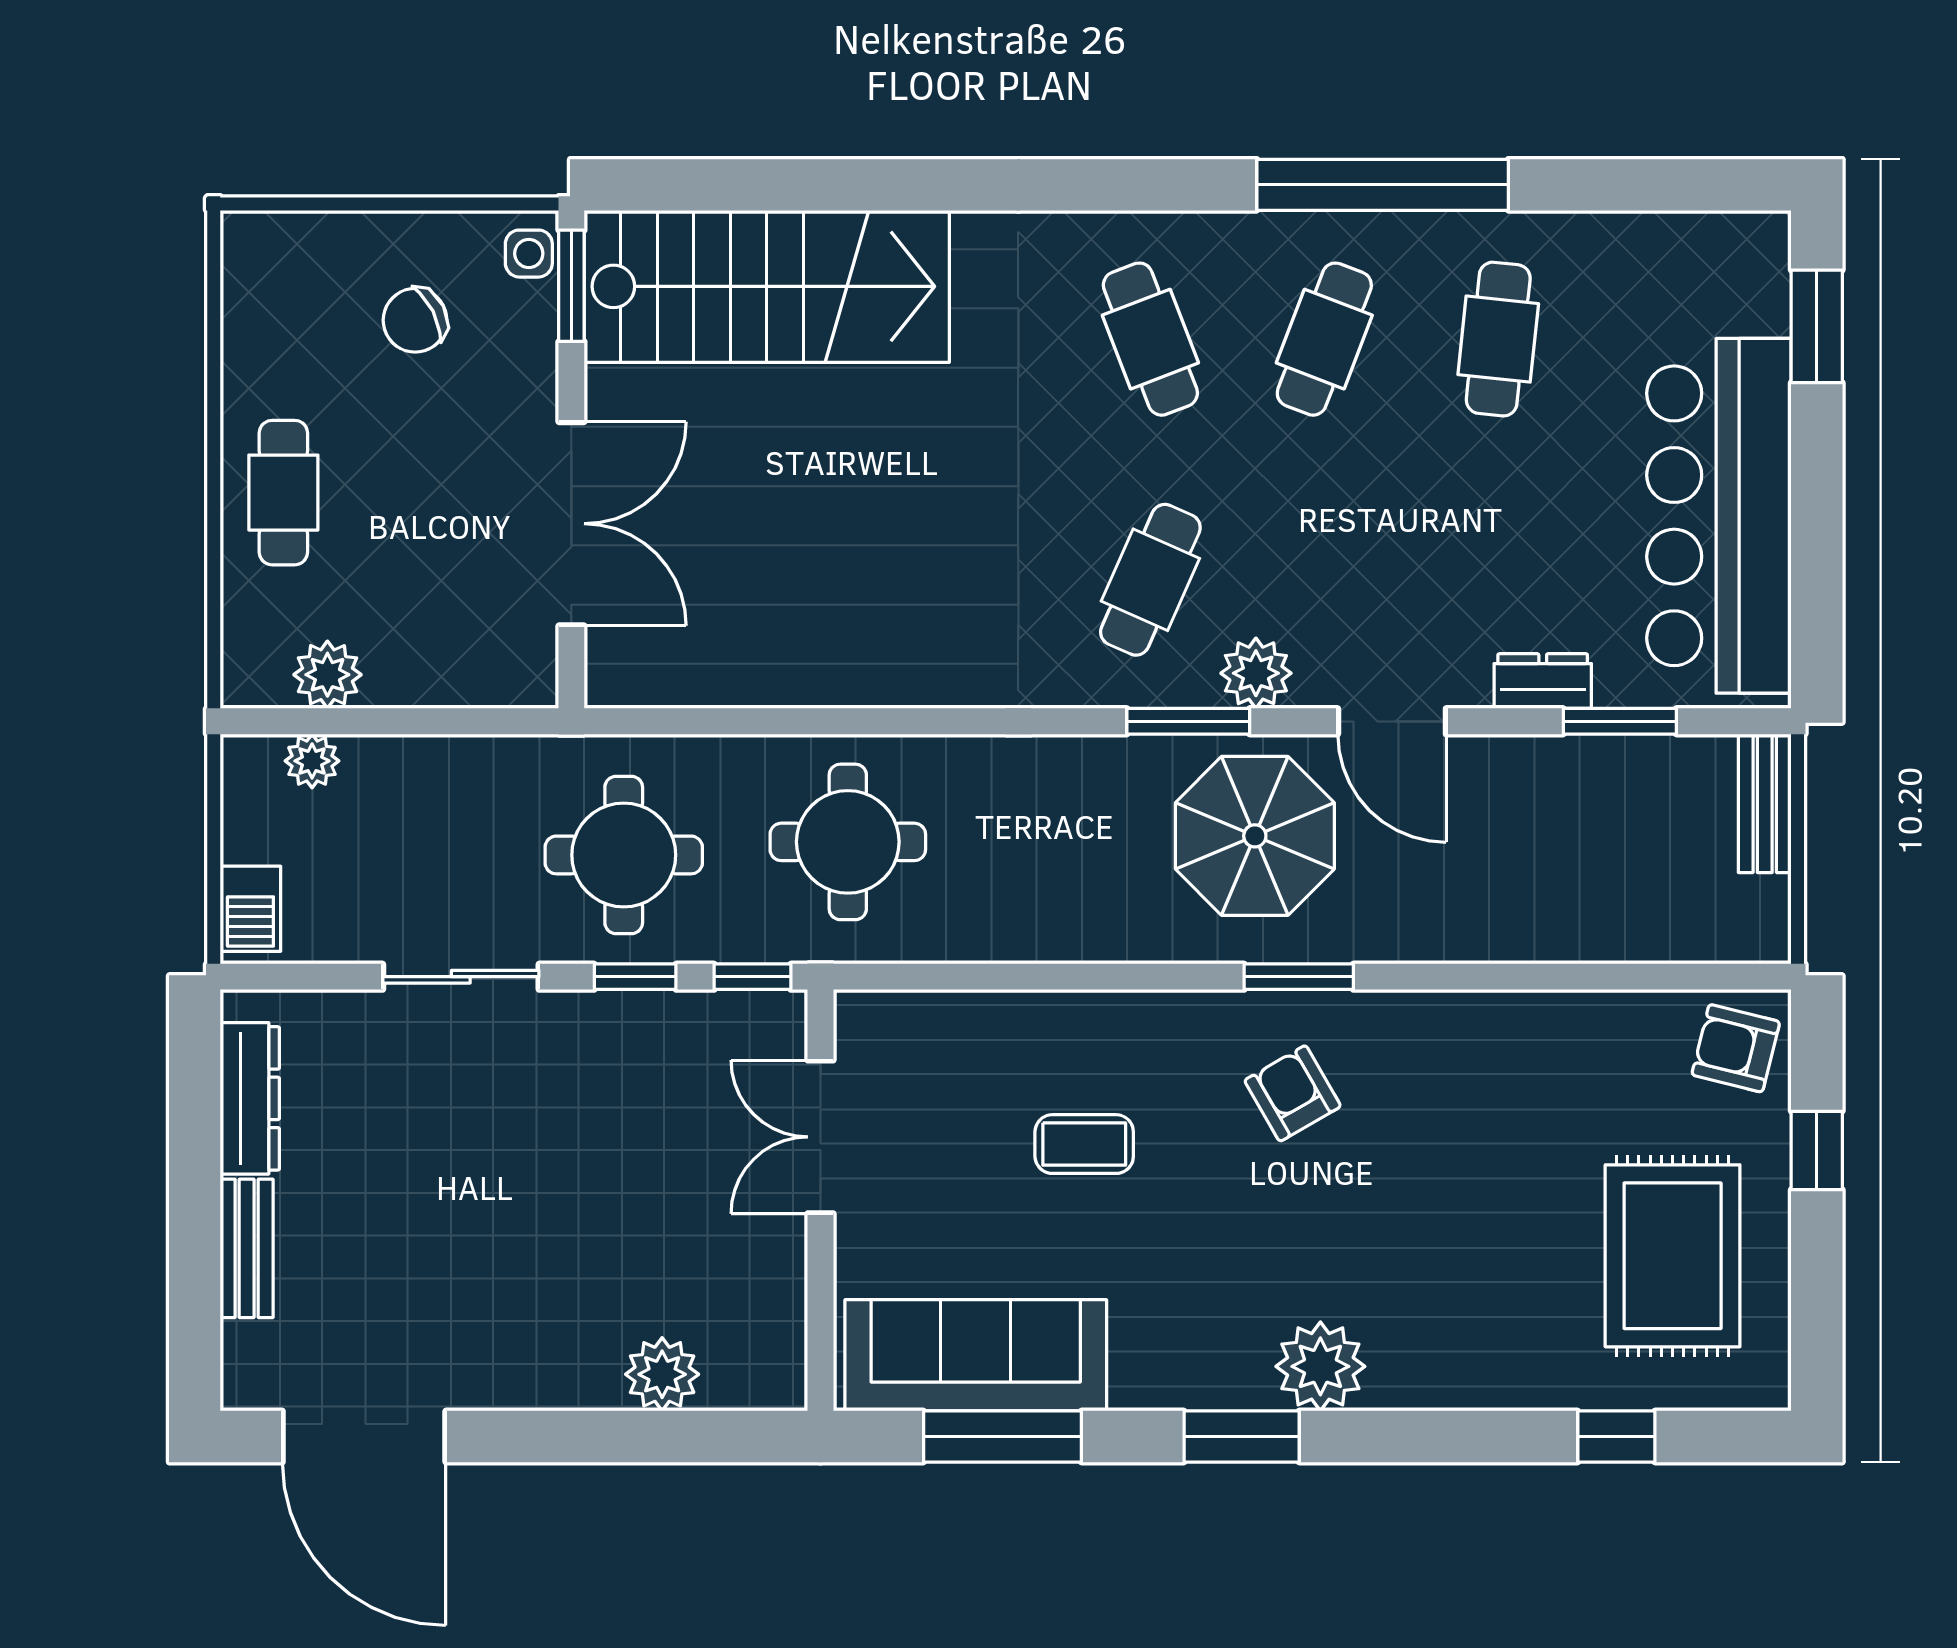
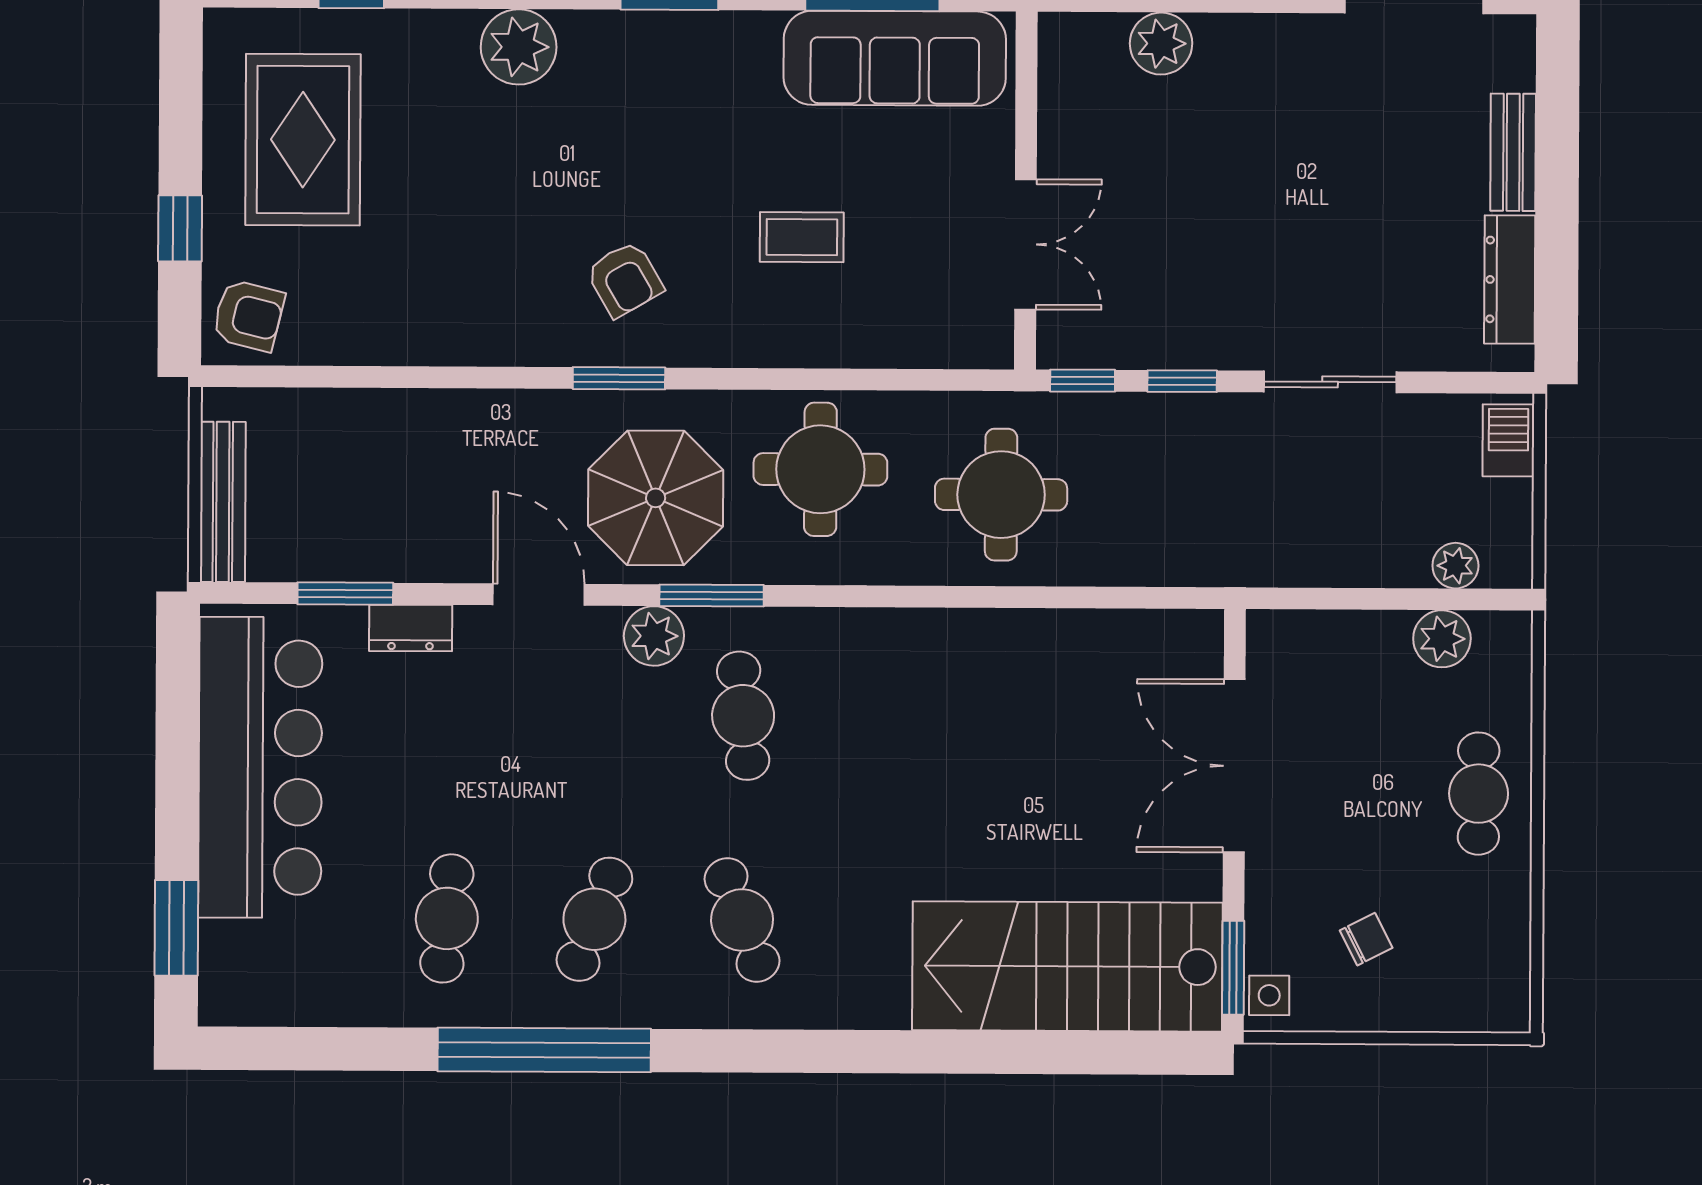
chair: (415, 320) -> (1366, 939), width x0.73, depth x0.73
cafe table: (1150, 580) -> (743, 716), turned -30
bench: (1765, 803) -> (223, 502), width x1.36
round table: (624, 855) -> (820, 469), moved
plant: (1320, 1366) -> (519, 47), moved

